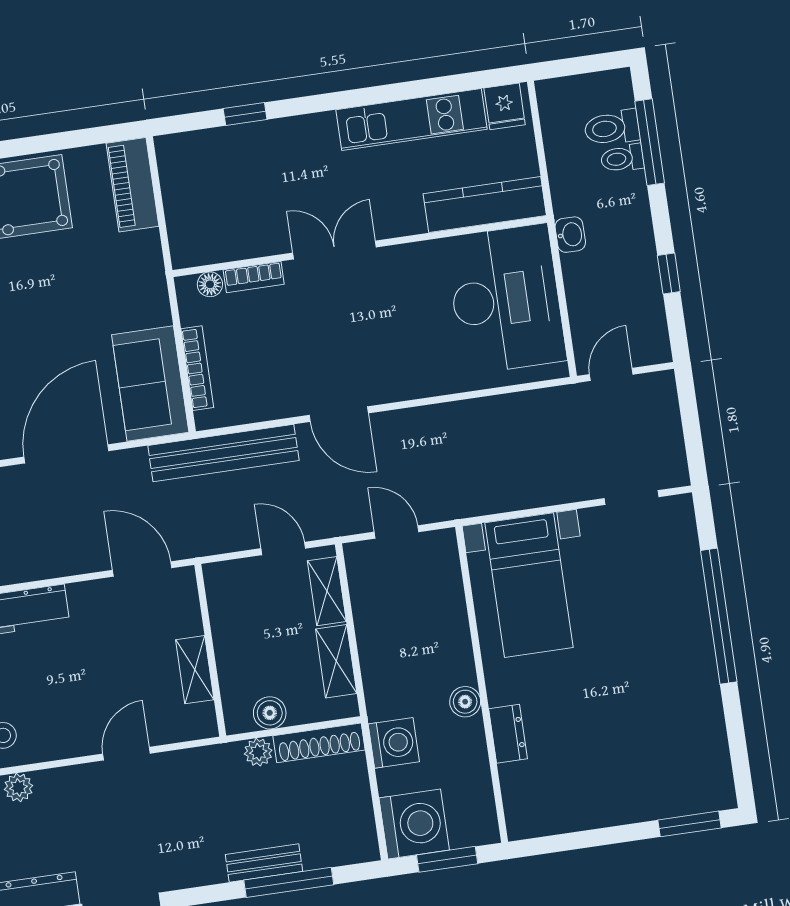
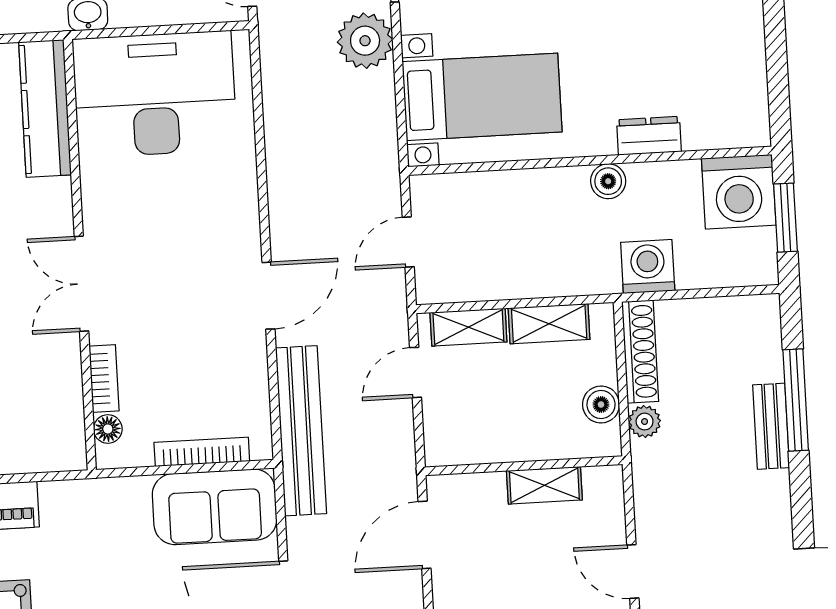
plant: (569, 479) -> (365, 41), added
washing machine: (414, 824) -> (739, 192), moved, turned 180

